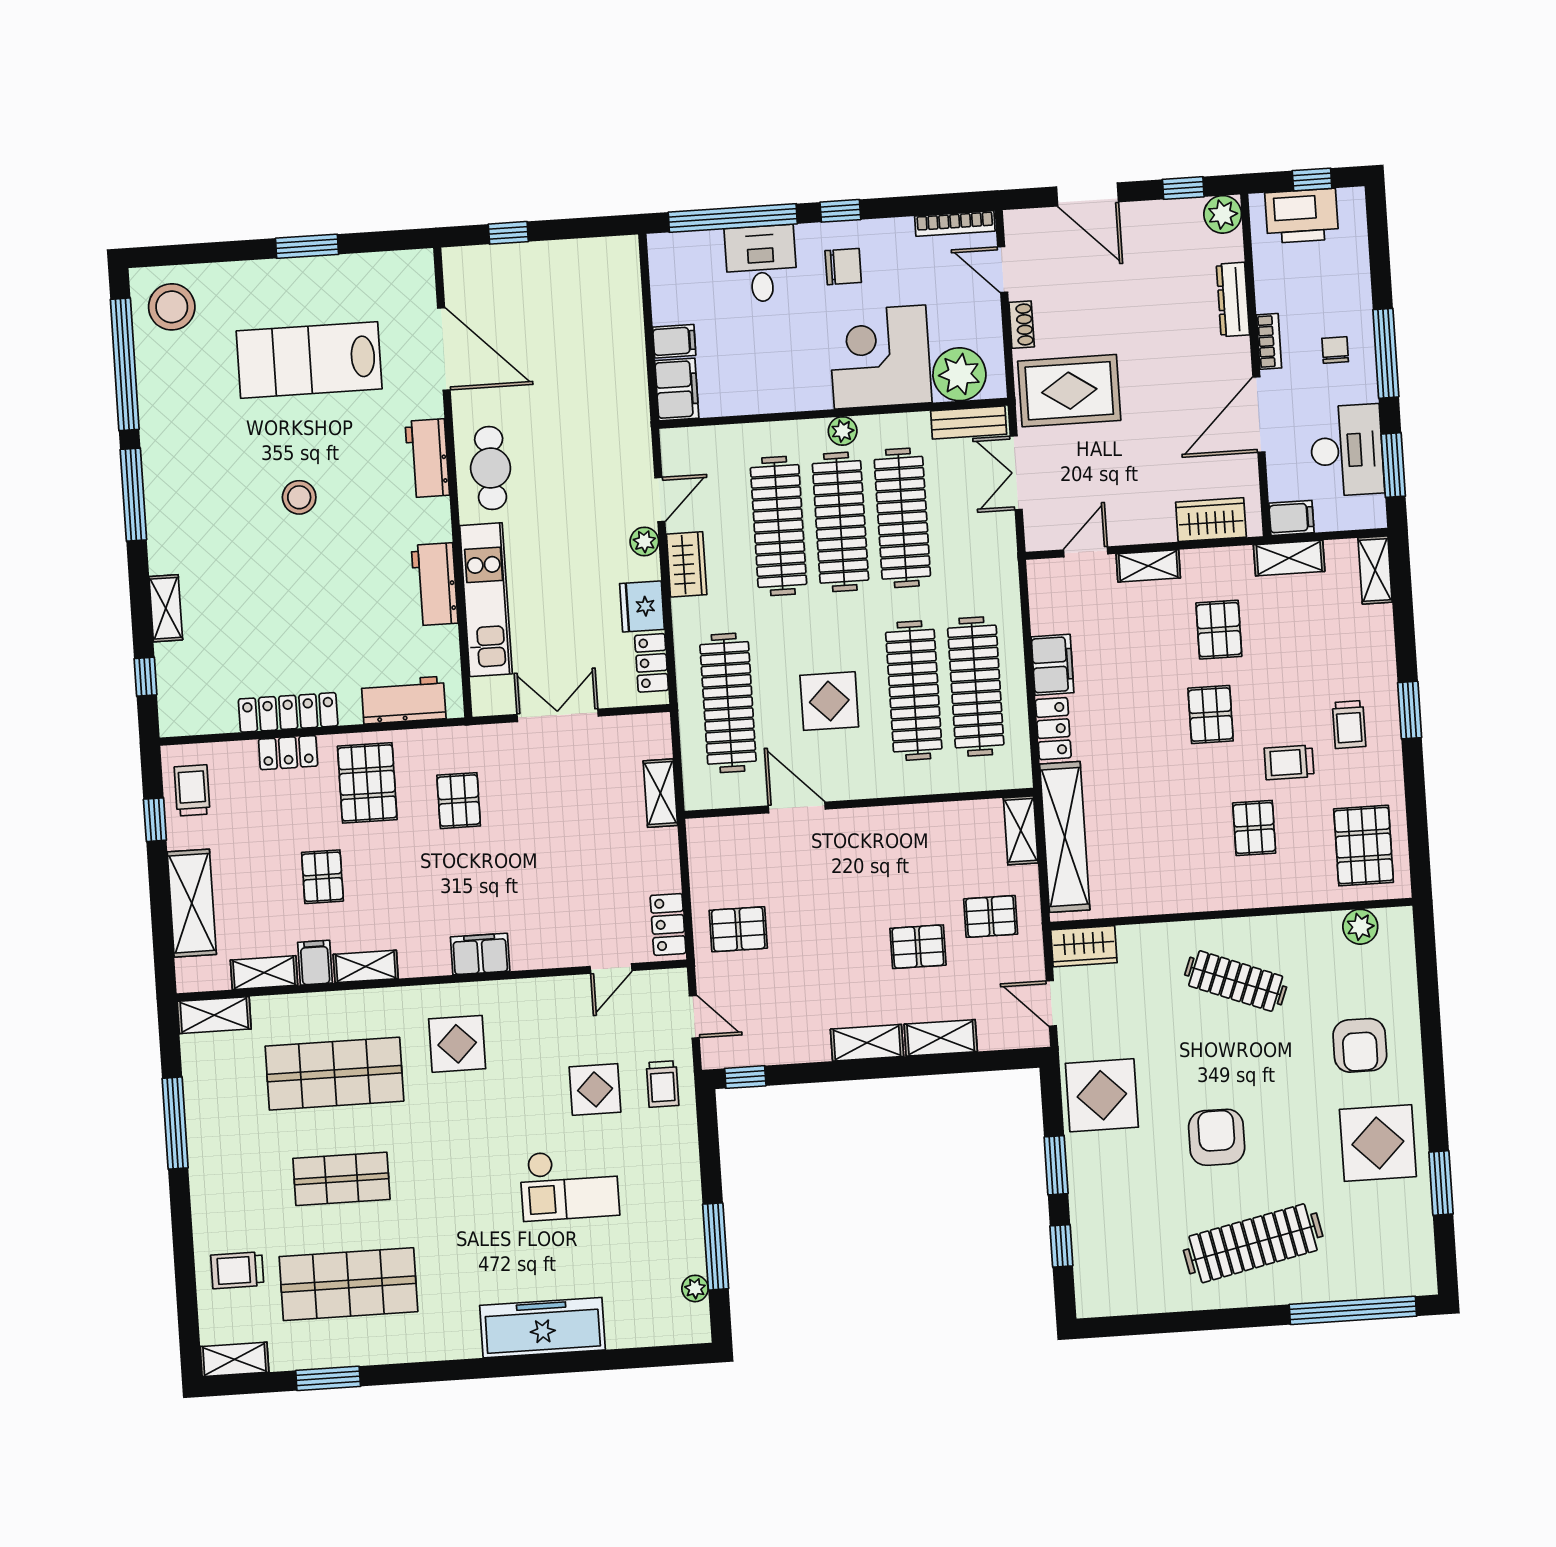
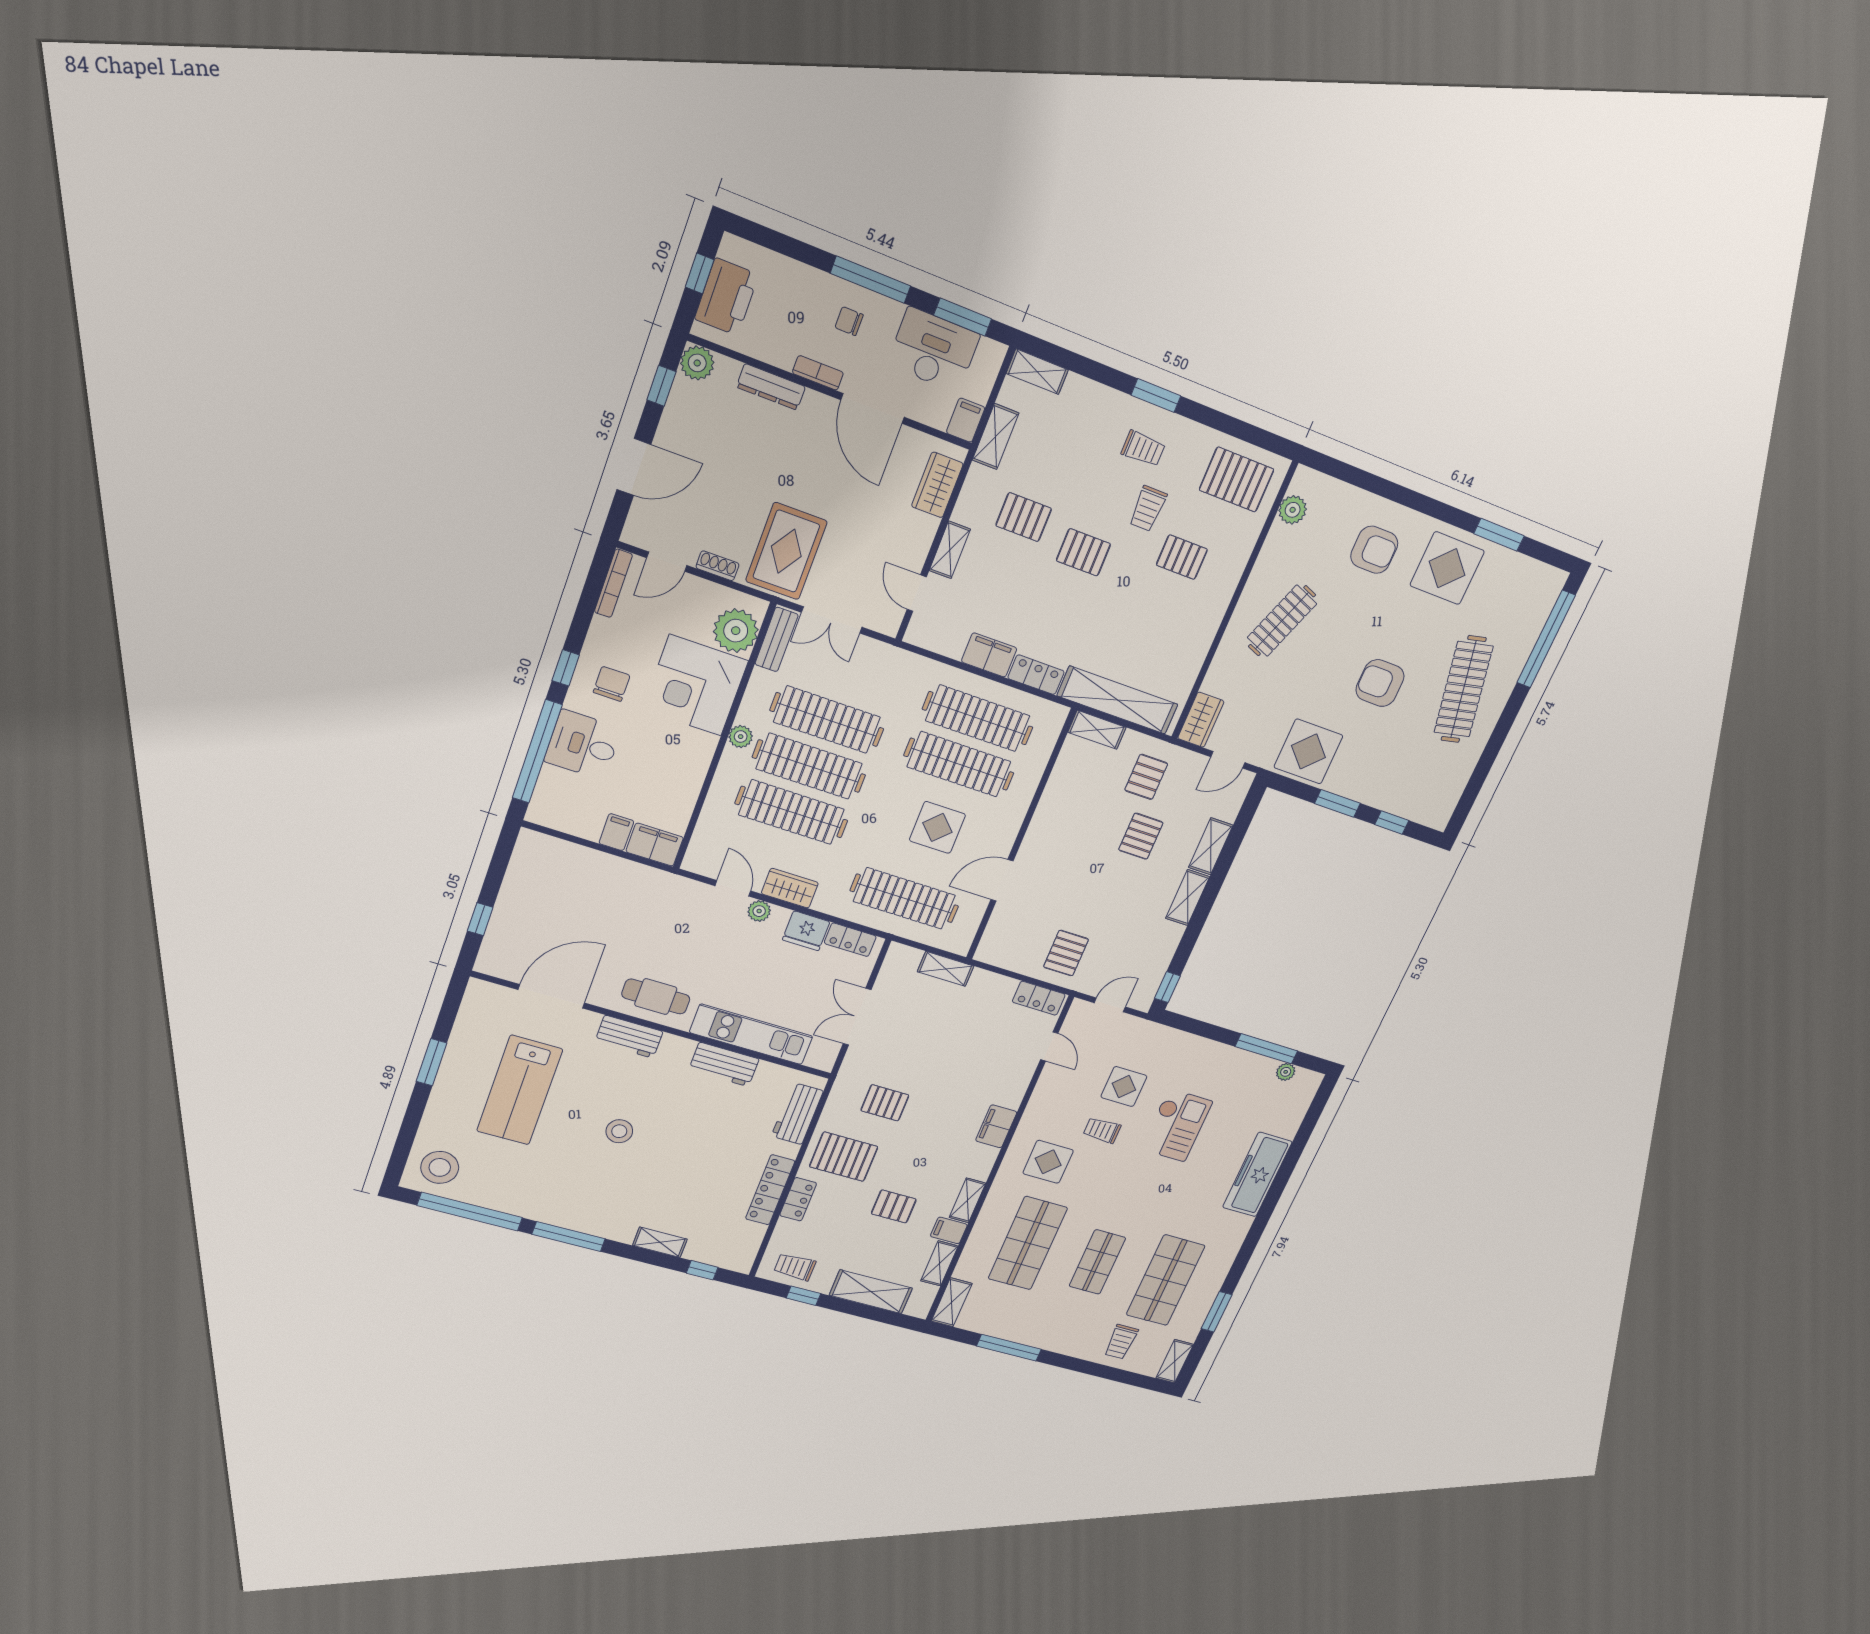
trolley: (663, 1084) -> (1102, 1130), moved, turned 180

